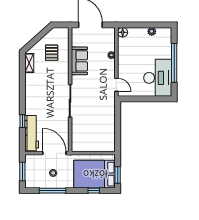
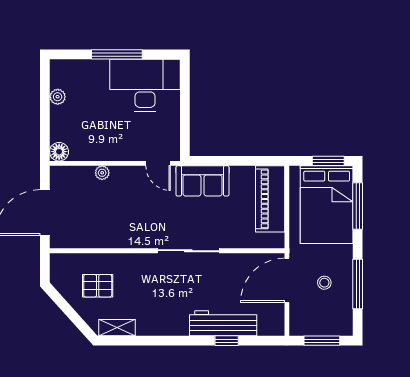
sofa: (79, 61) -> (203, 181), moved, turned 180
window: (174, 63) -> (117, 54), width x0.68
door: (116, 85) -> (158, 163), swing flipped
workbench: (32, 133) -> (223, 323), moved
piano: (98, 144) -> (270, 199), added
window: (94, 191) -> (358, 206), width x2.17

